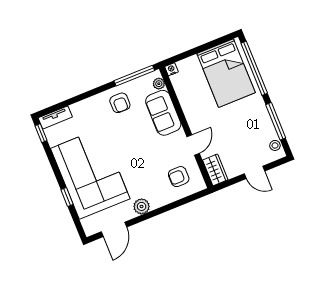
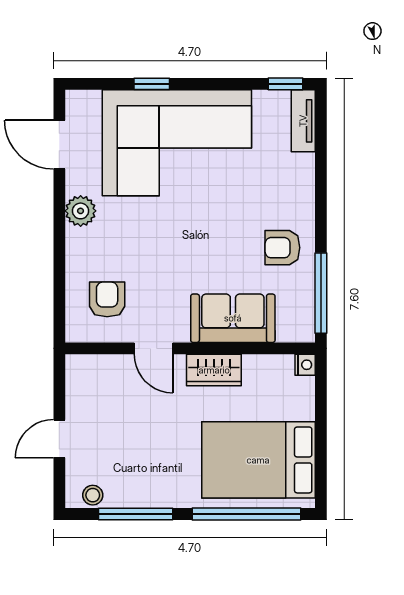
plant: (159, 84) -> (288, 331), removed
wardrobe: (215, 170) -> (214, 370), moved

